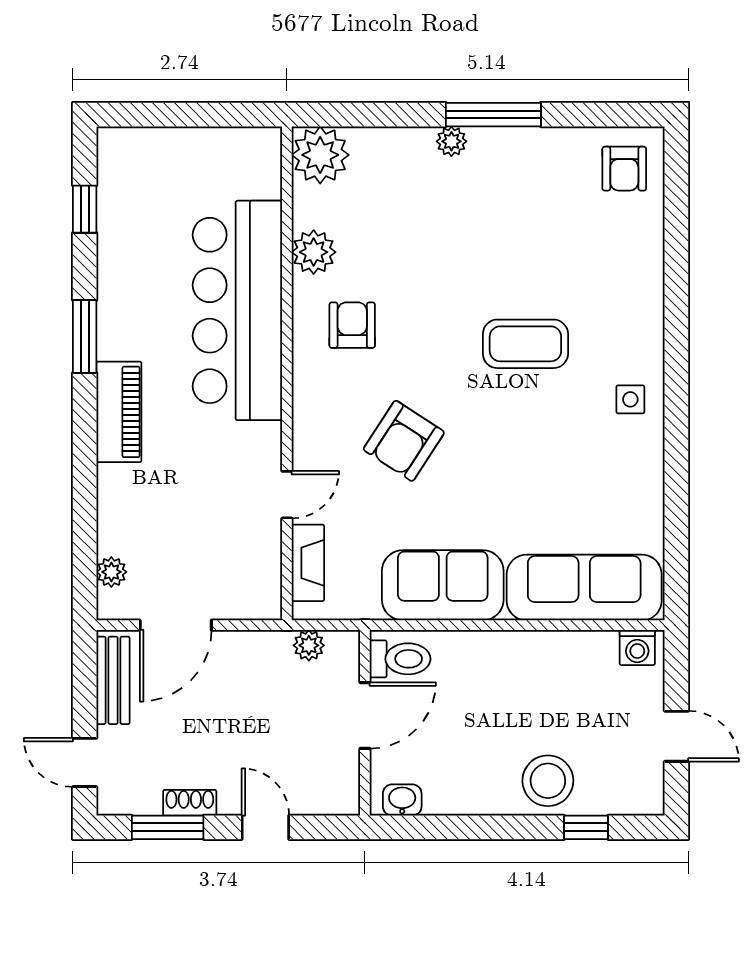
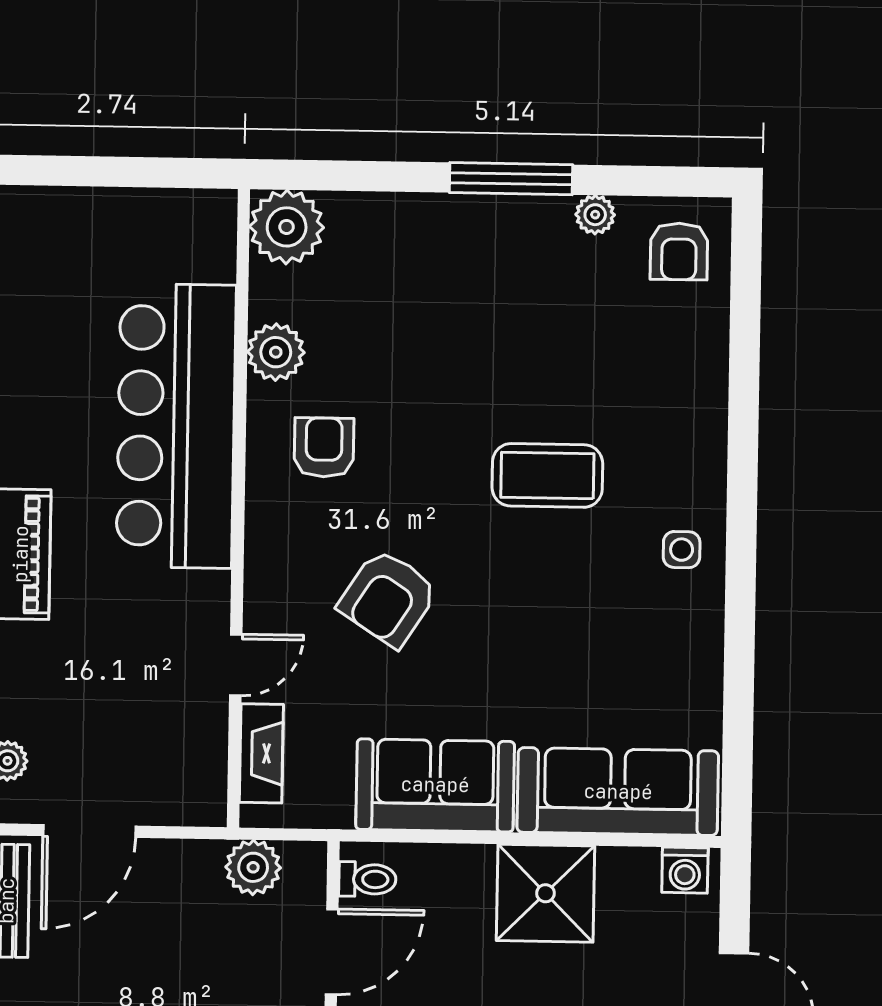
plant: (451, 141) -> (595, 215), moved
plant: (309, 645) -> (253, 867), width x1.38, depth x1.38
toilet: (400, 659) -> (367, 879), width x0.73, depth x0.72
shower: (530, 667) -> (545, 893), added

